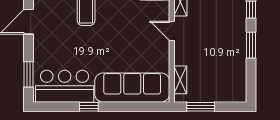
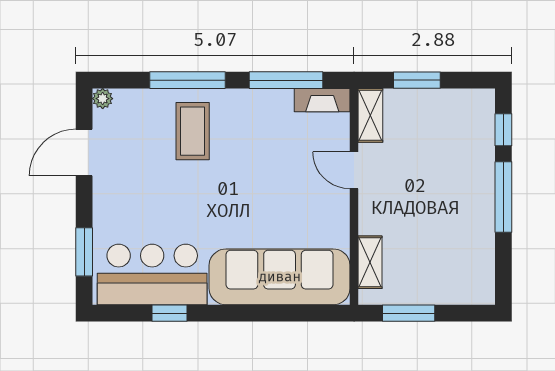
window: (251, 45) -> (503, 197), width x1.44
window: (89, 107) -> (170, 313), moved

